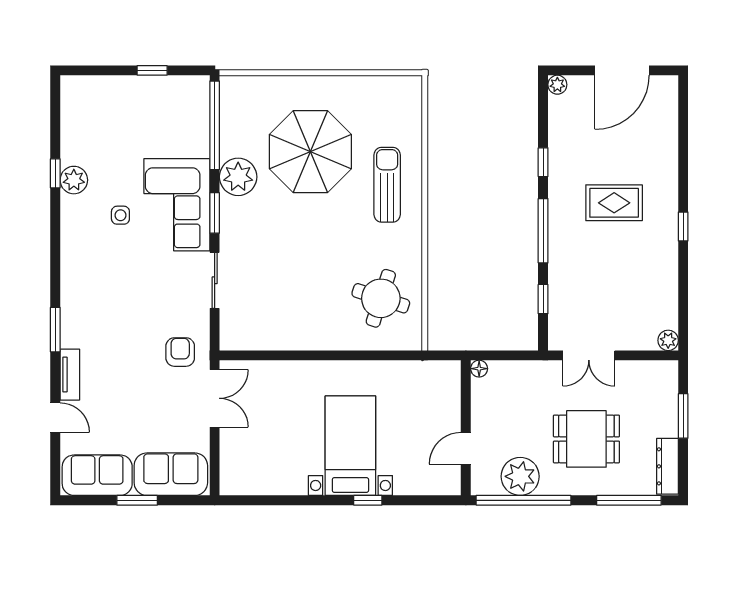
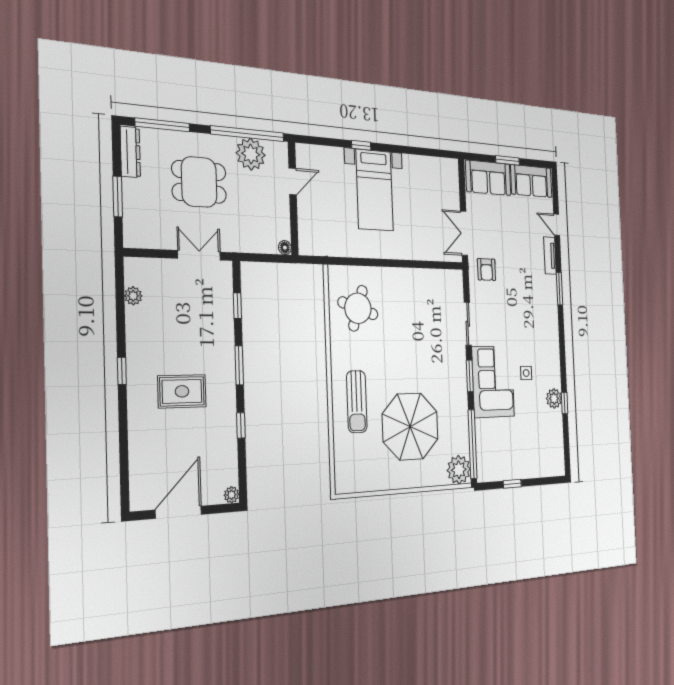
plant: (238, 177) -> (459, 470), moved
window: (543, 231) -> (239, 365), width x0.69
plant: (668, 340) -> (133, 296), moved

